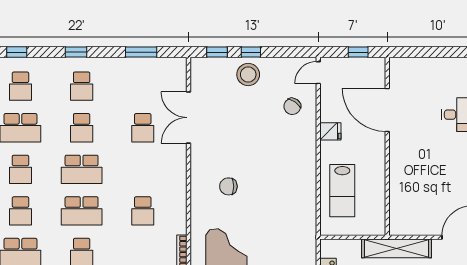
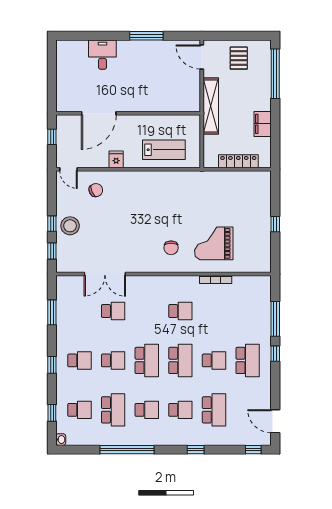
chair: (292, 106) -> (96, 190), turned -59
chair: (228, 186) -> (171, 248), moved

